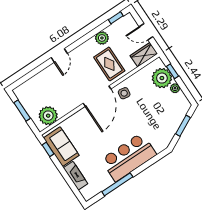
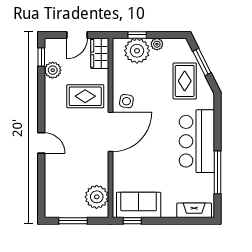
plant: (102, 38) -> (53, 70), moved
door: (97, 96) -> (110, 132), hinge flipped
rug: (163, 123) -> (185, 81), added
fireplace: (76, 176) -> (194, 210), moved

